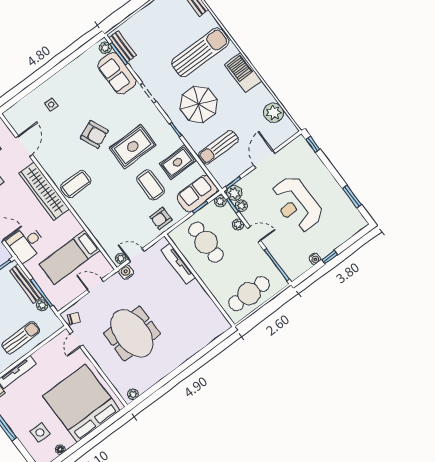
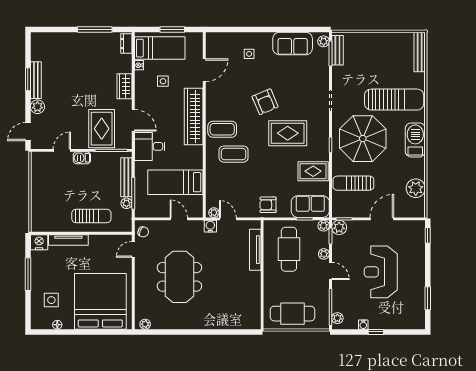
sofa: (117, 73) -> (293, 43), moved, turned -90
parasol: (199, 104) -> (363, 139), width x1.36, depth x1.36
coffee table: (151, 185) -> (234, 154), moved, turned 90
plant: (241, 206) -> (337, 318), moved

